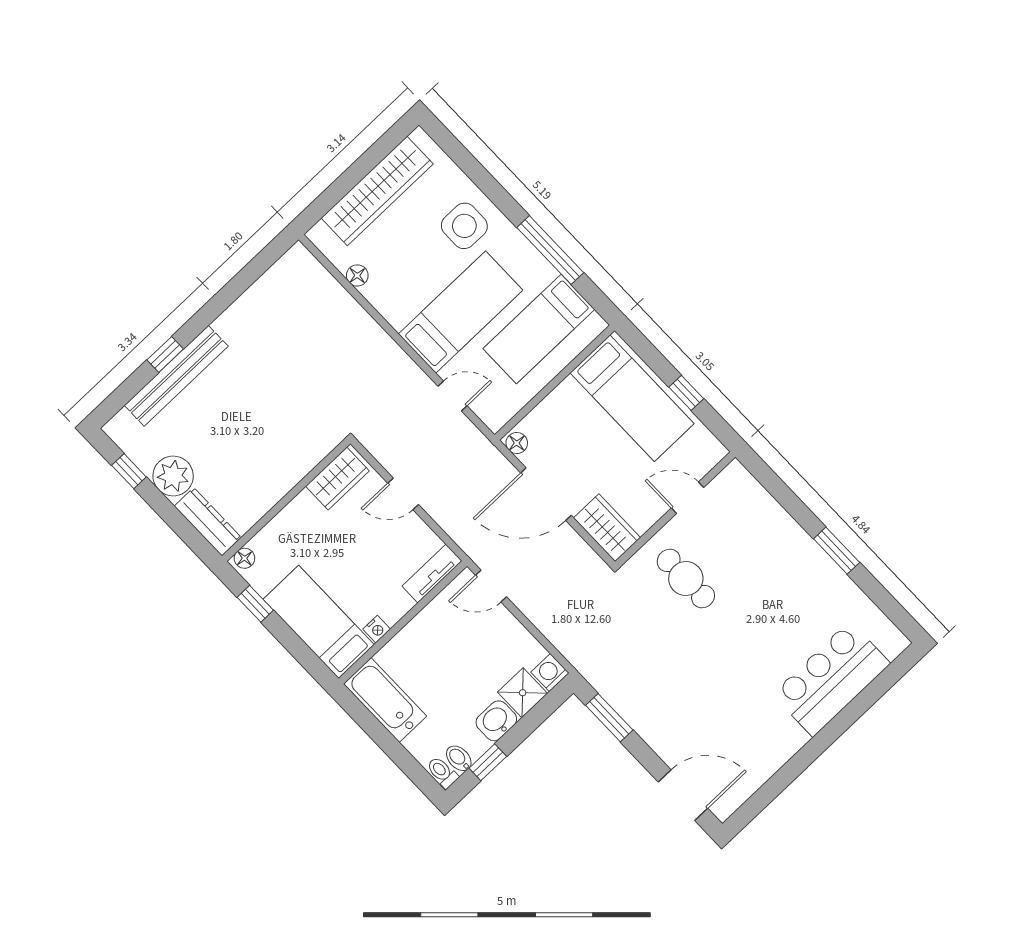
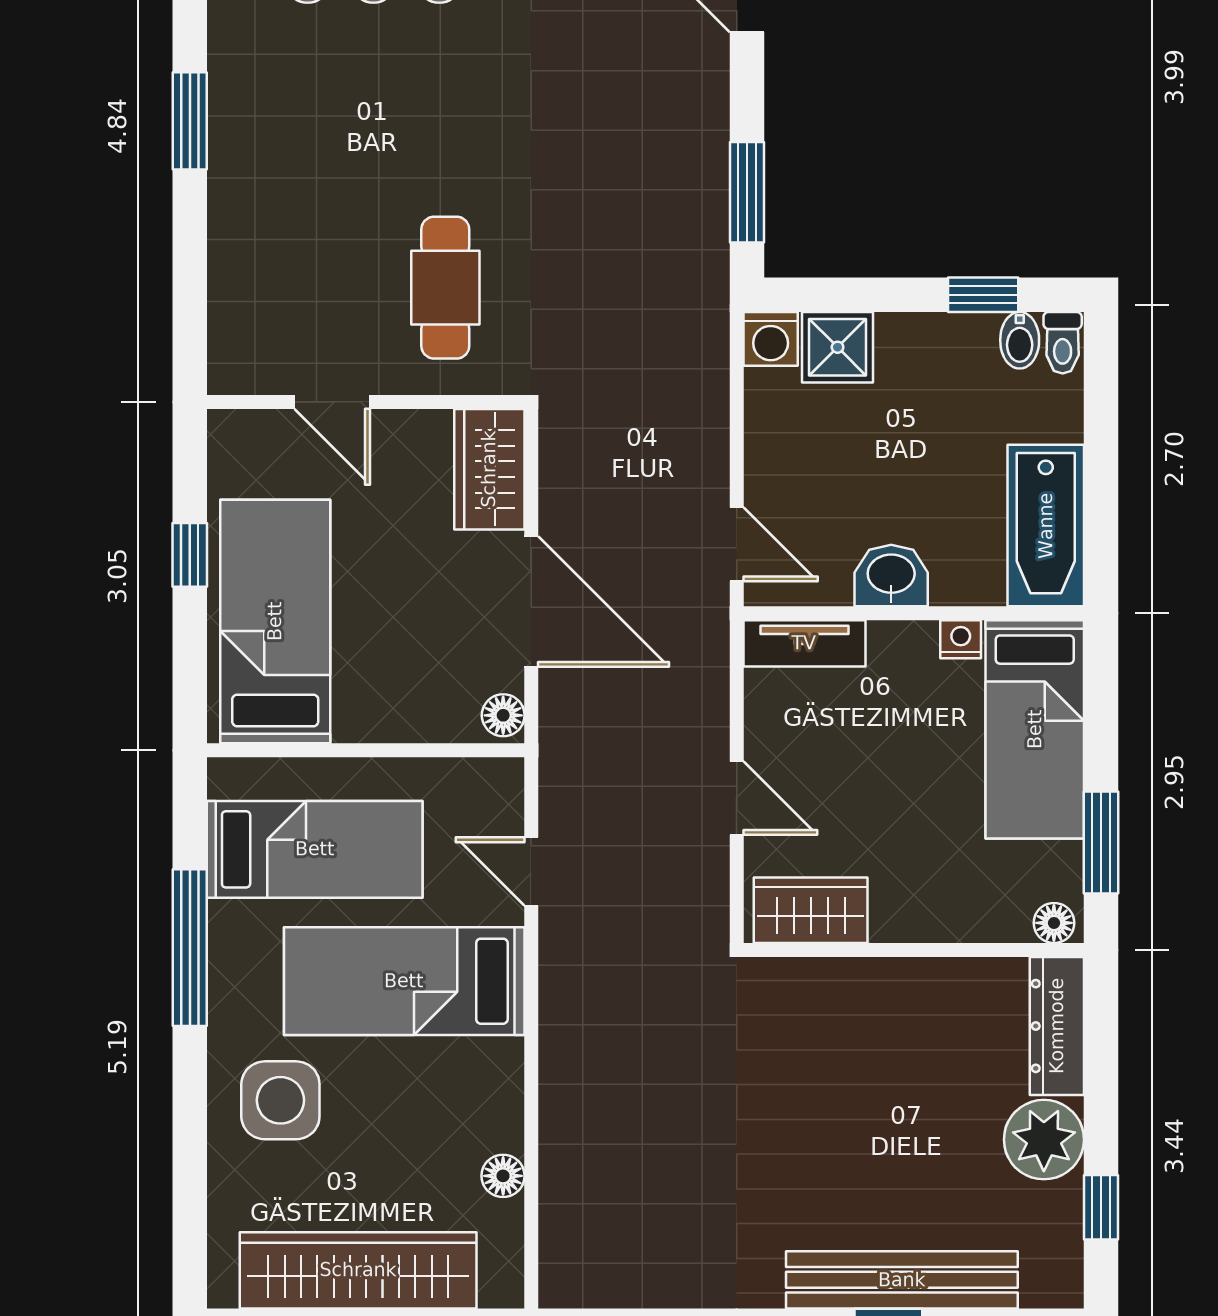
window: (255, 604) -> (1101, 843), width x1.50
washbasin: (496, 721) -> (891, 575), moved, turned 180

